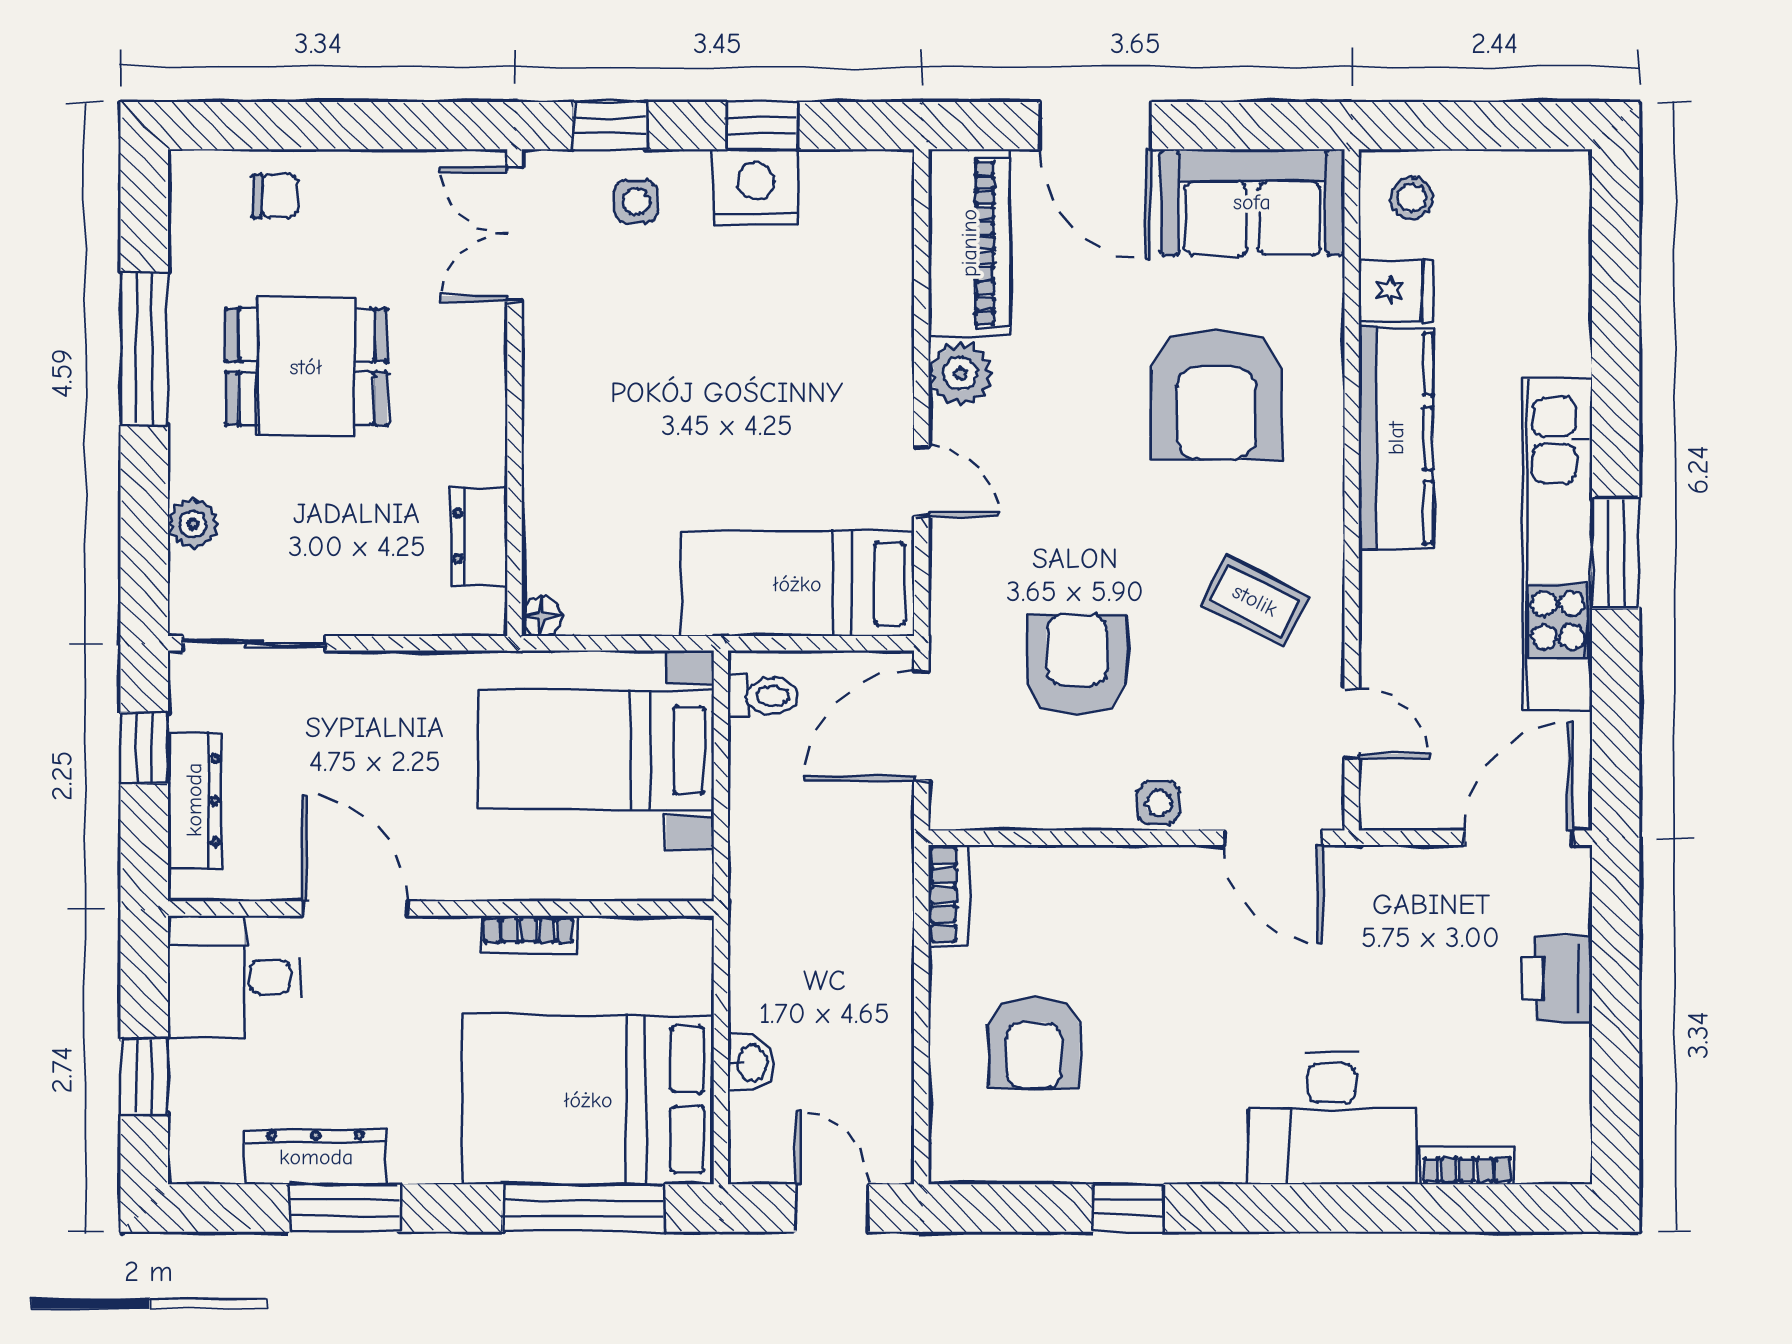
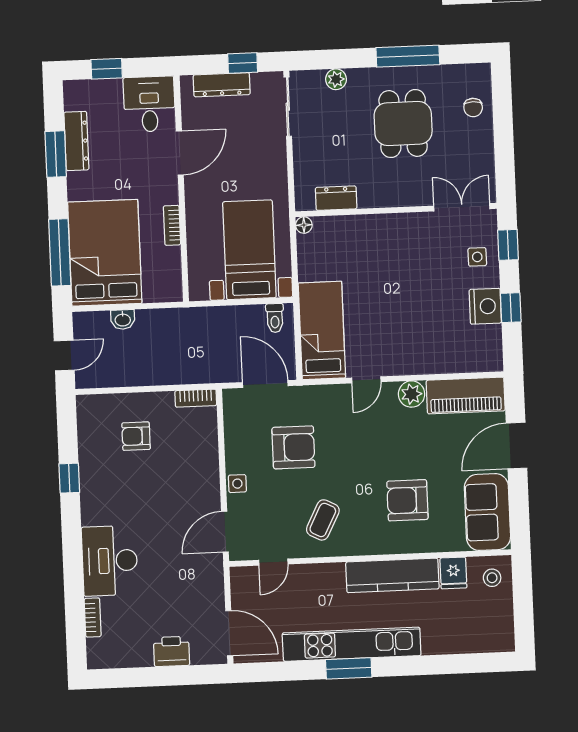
armchair: (1216, 394) -> (407, 500), width x0.73, depth x0.73
armchair: (1034, 1043) -> (136, 436), width x0.72, depth x0.72

